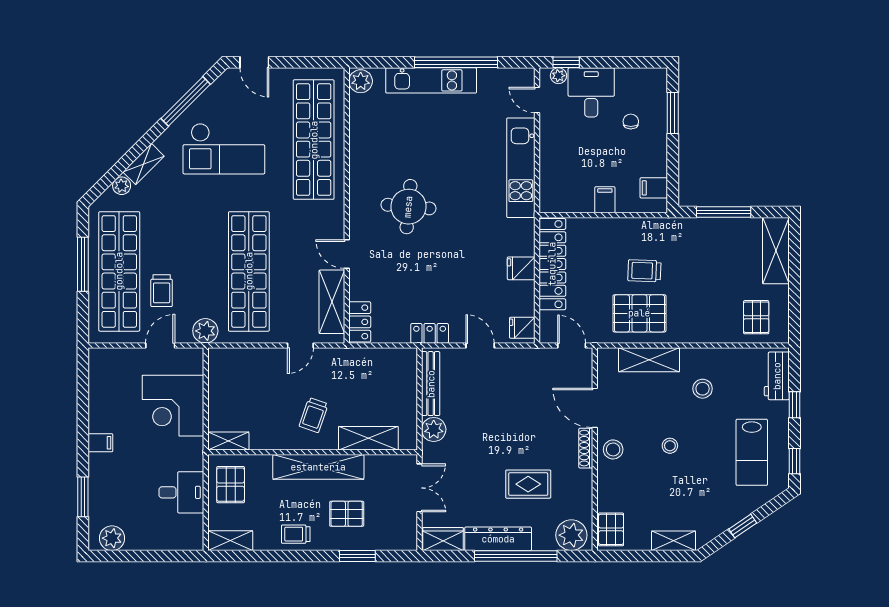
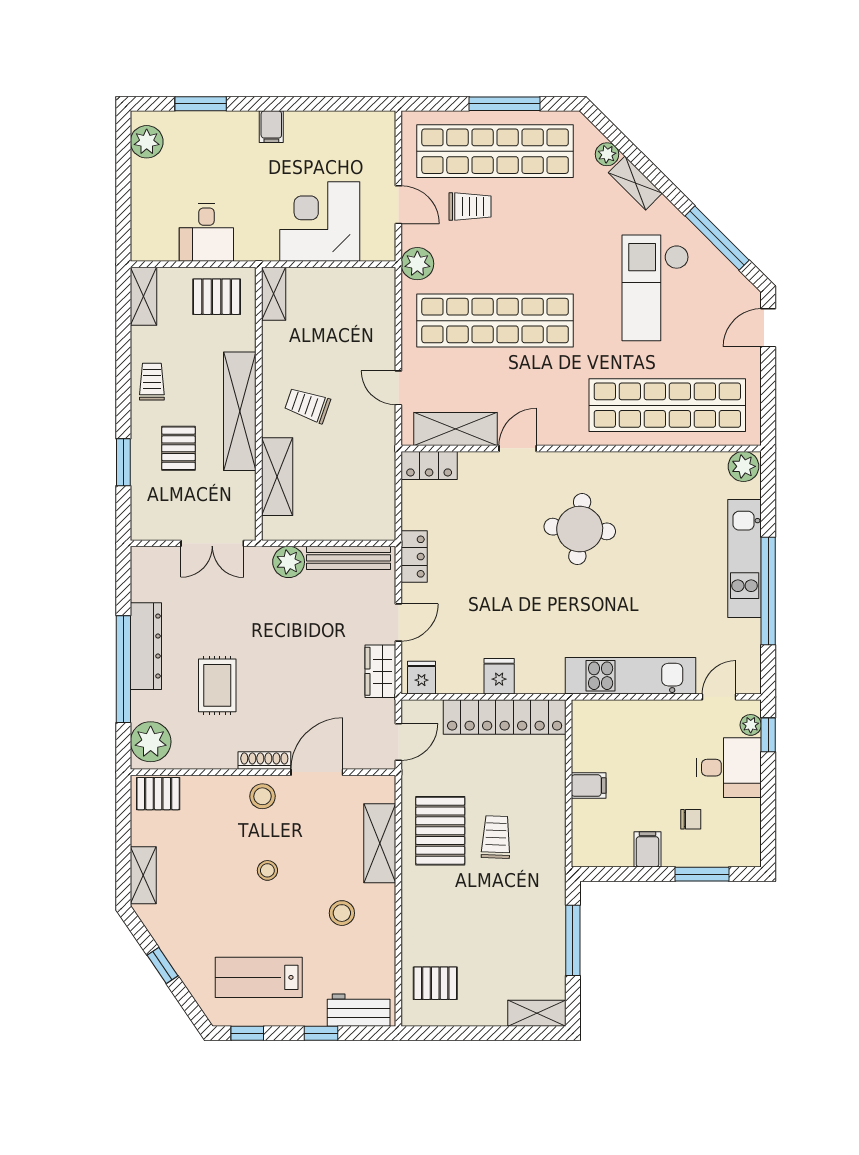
filing cabinet: (654, 188) -> (647, 849), moved
shelving: (776, 251) -> (537, 1013), width x0.67, depth x0.75
trolley: (162, 291) -> (470, 207), turned 180
wardrobe: (443, 539) -> (380, 671), moved, turned 180

